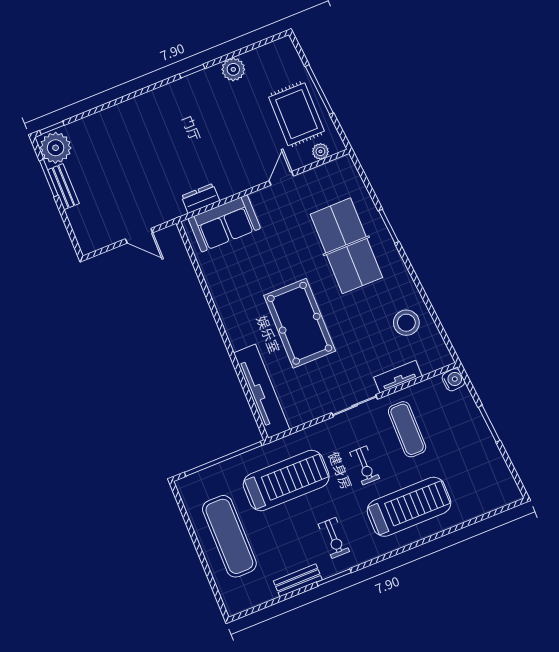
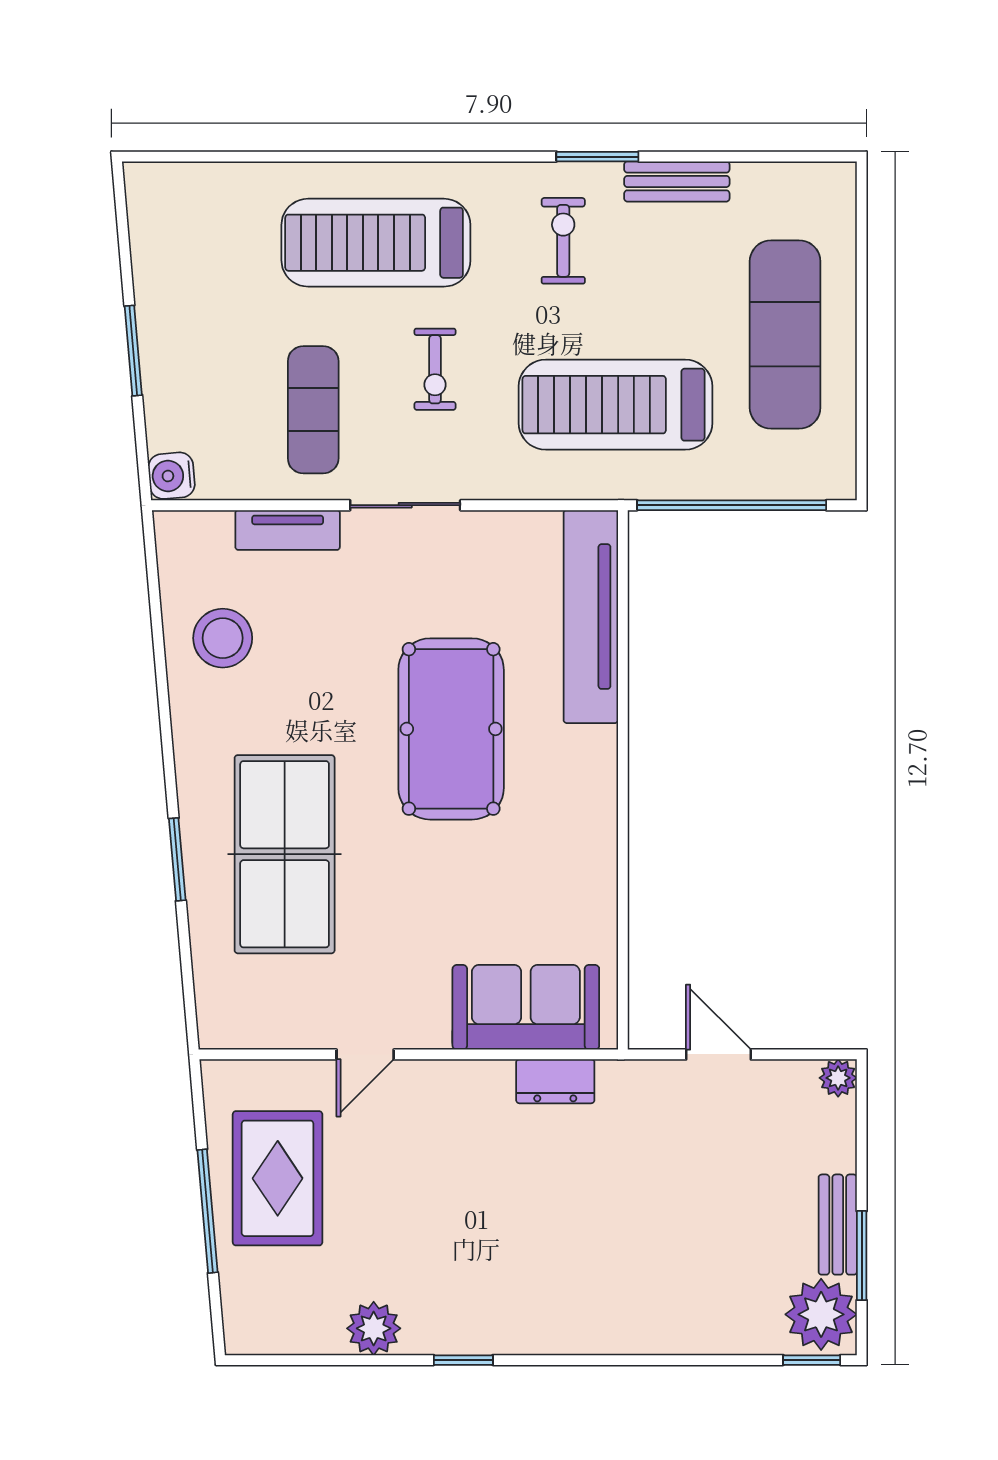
plant: (320, 151) -> (838, 1078), moved
exercise bike: (365, 465) -> (435, 369), turned 180

